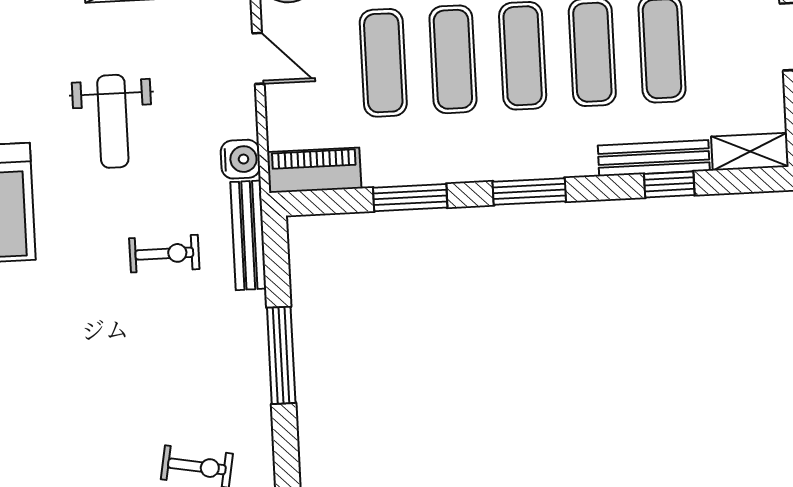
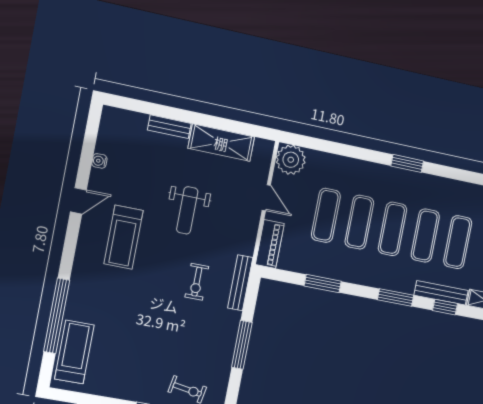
water cooler: (240, 159) -> (245, 245), removed
piano: (314, 170) -> (270, 244), moved, turned 90
window: (529, 192) -> (396, 298), moved
exercise bike: (164, 254) -> (197, 282), turned 90

